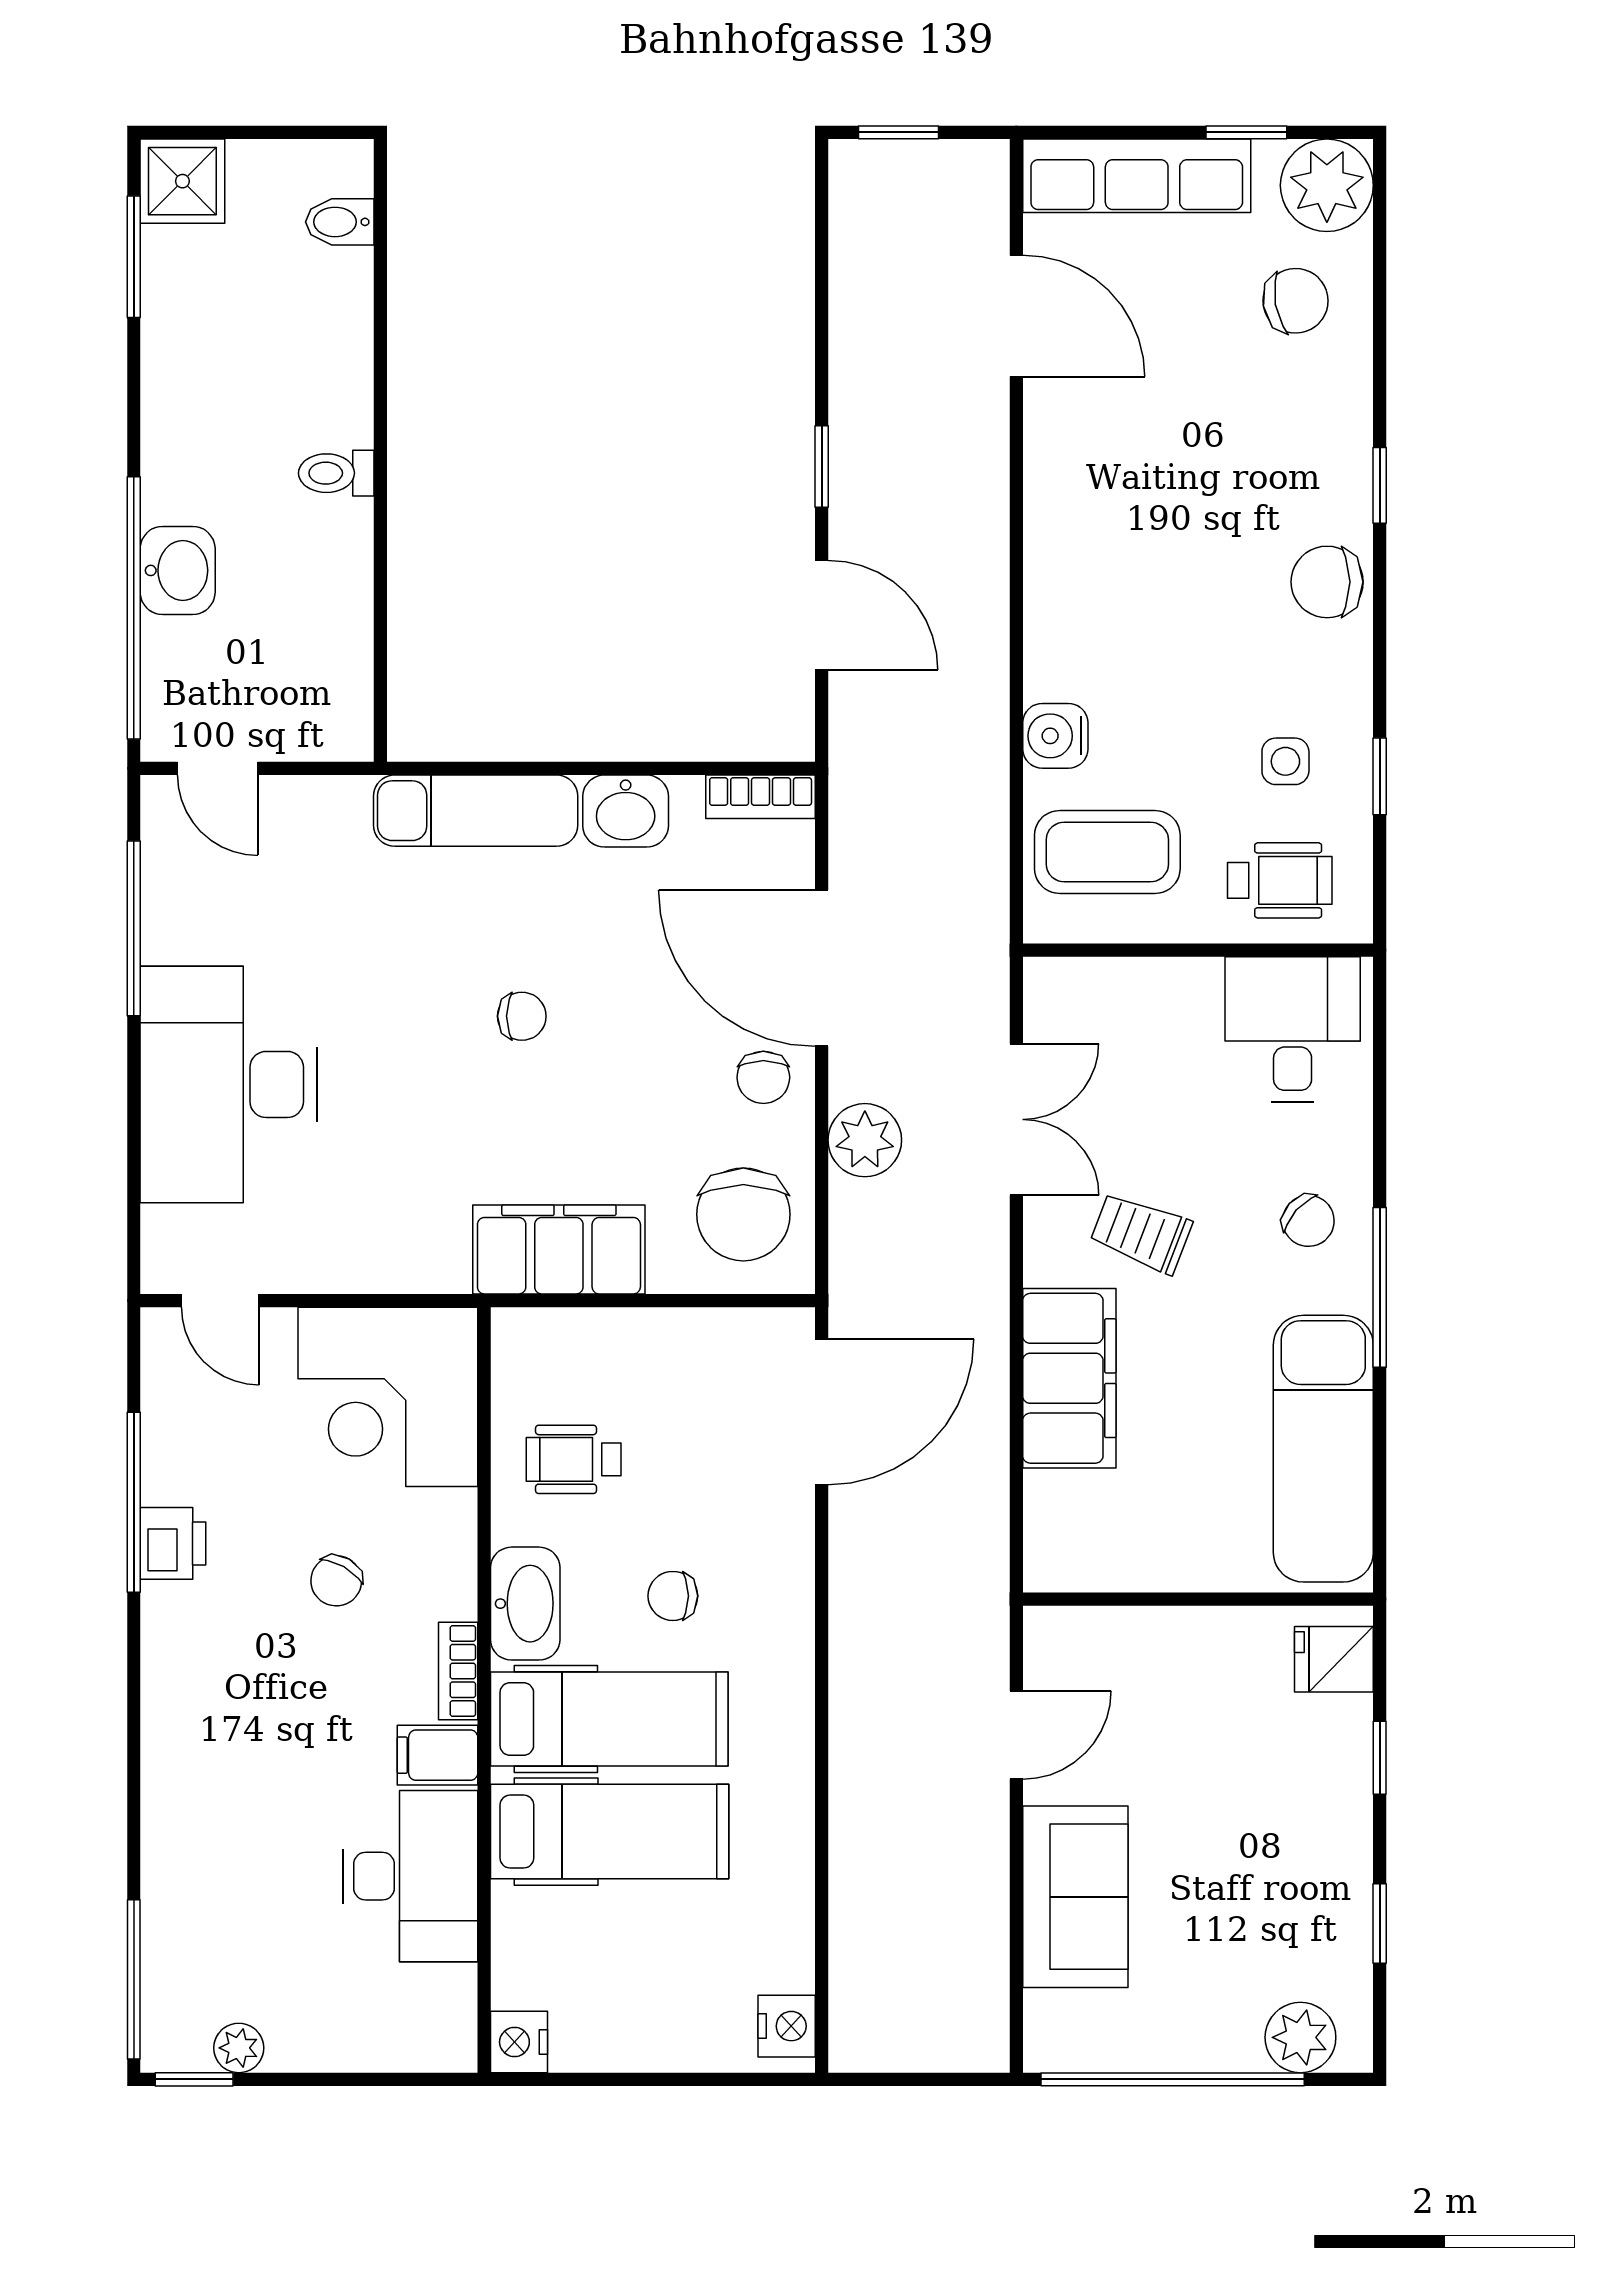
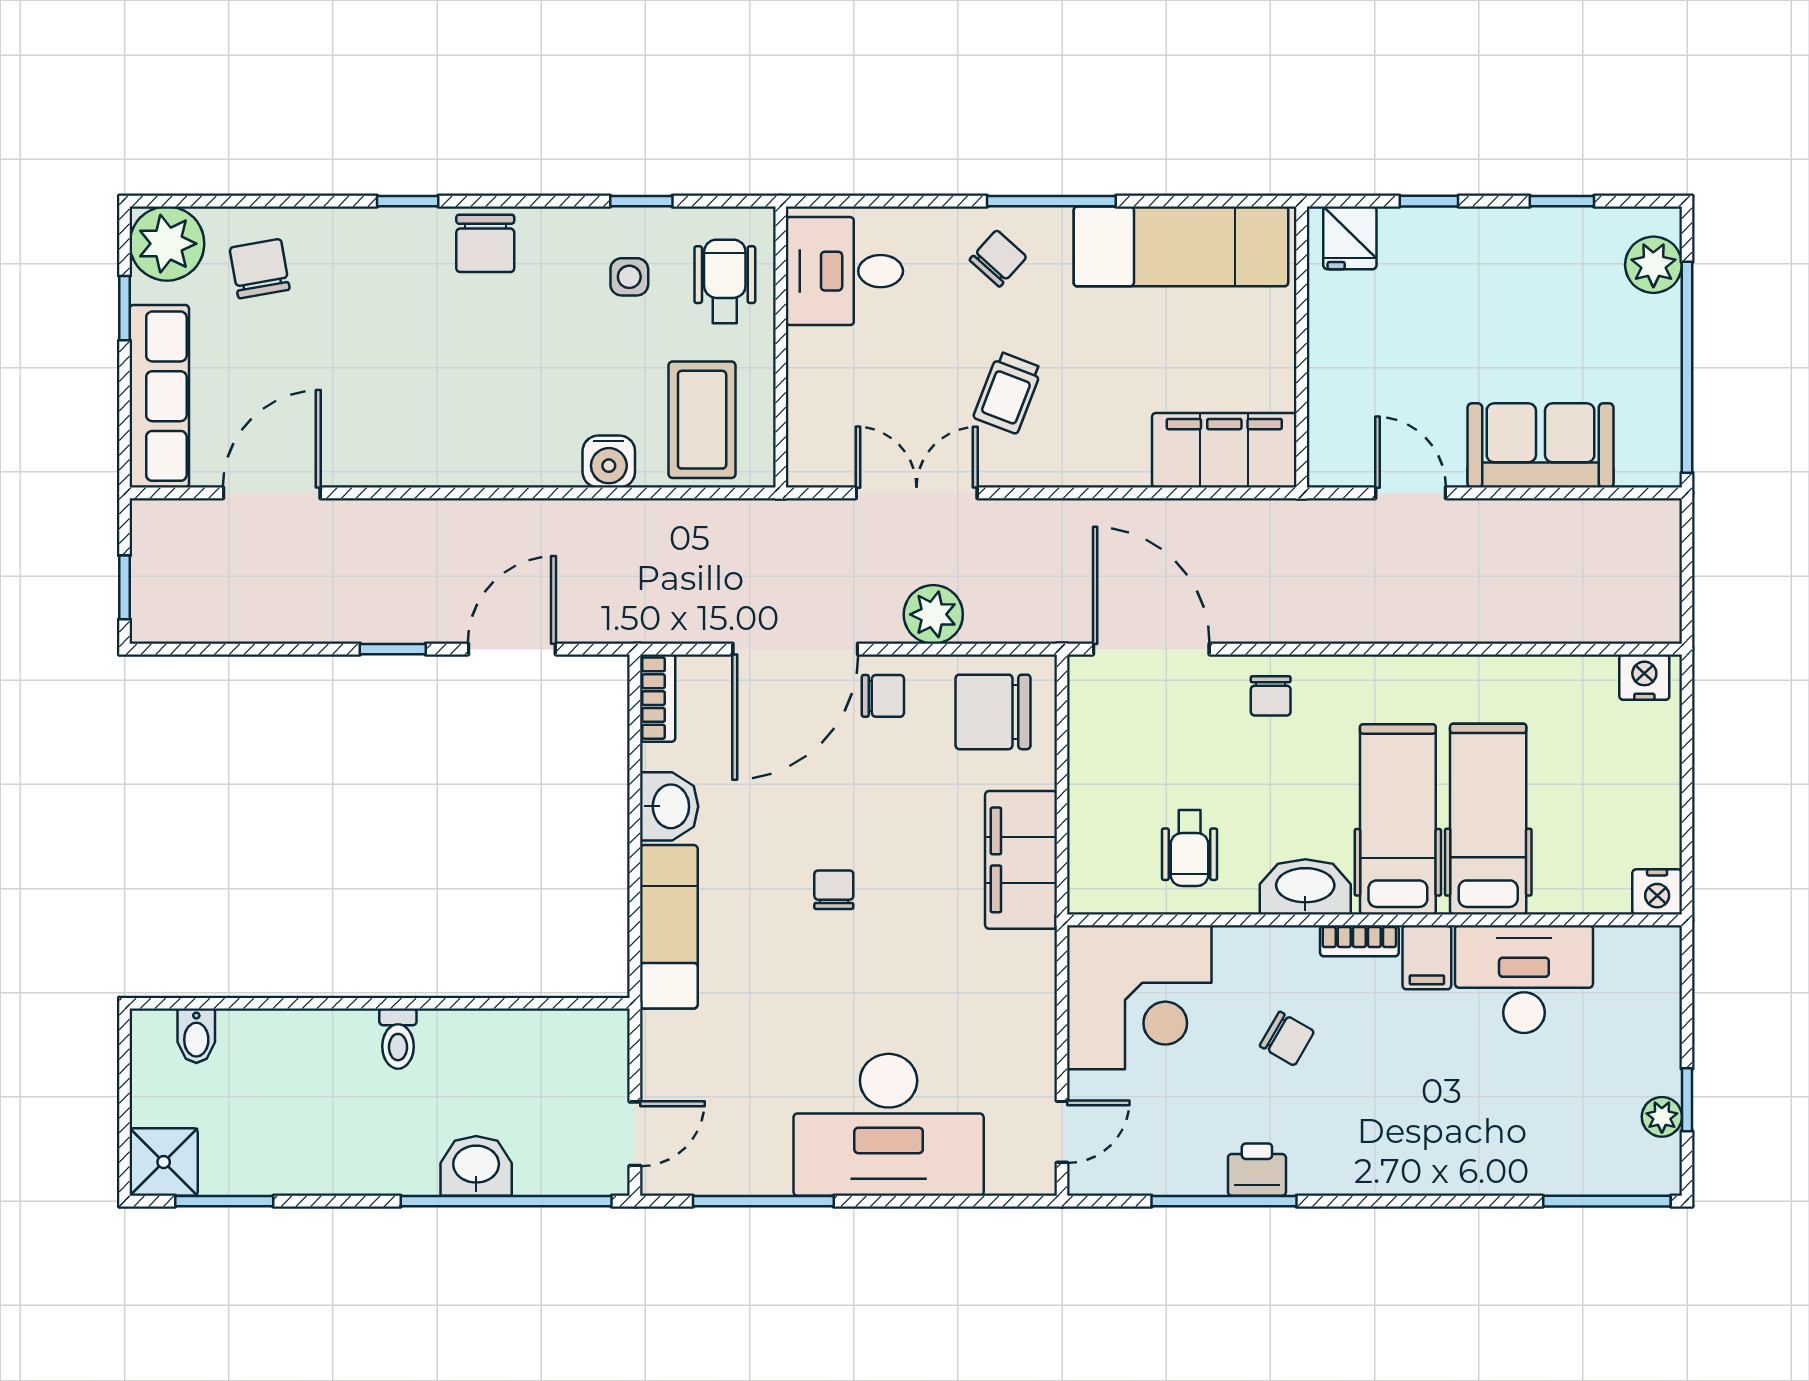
chair: (743, 1214) -> (993, 712), turned 180
filing cabinet: (1069, 1378) -> (1224, 450), moved
chair: (673, 1596) -> (1271, 696), moved
window: (194, 2079) -> (1687, 1100), moved

